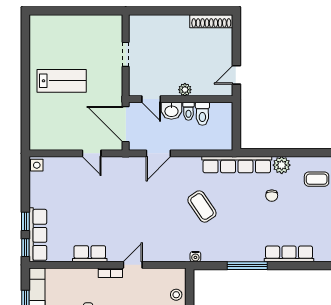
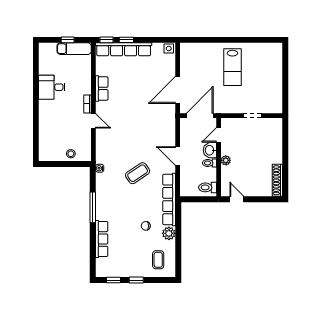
toilet: (202, 114) -> (208, 187), moved
door: (92, 153) -> (178, 90), width x1.88
door: (158, 153) -> (178, 156), moved
row of seats: (38, 235) -> (124, 49), width x1.36

